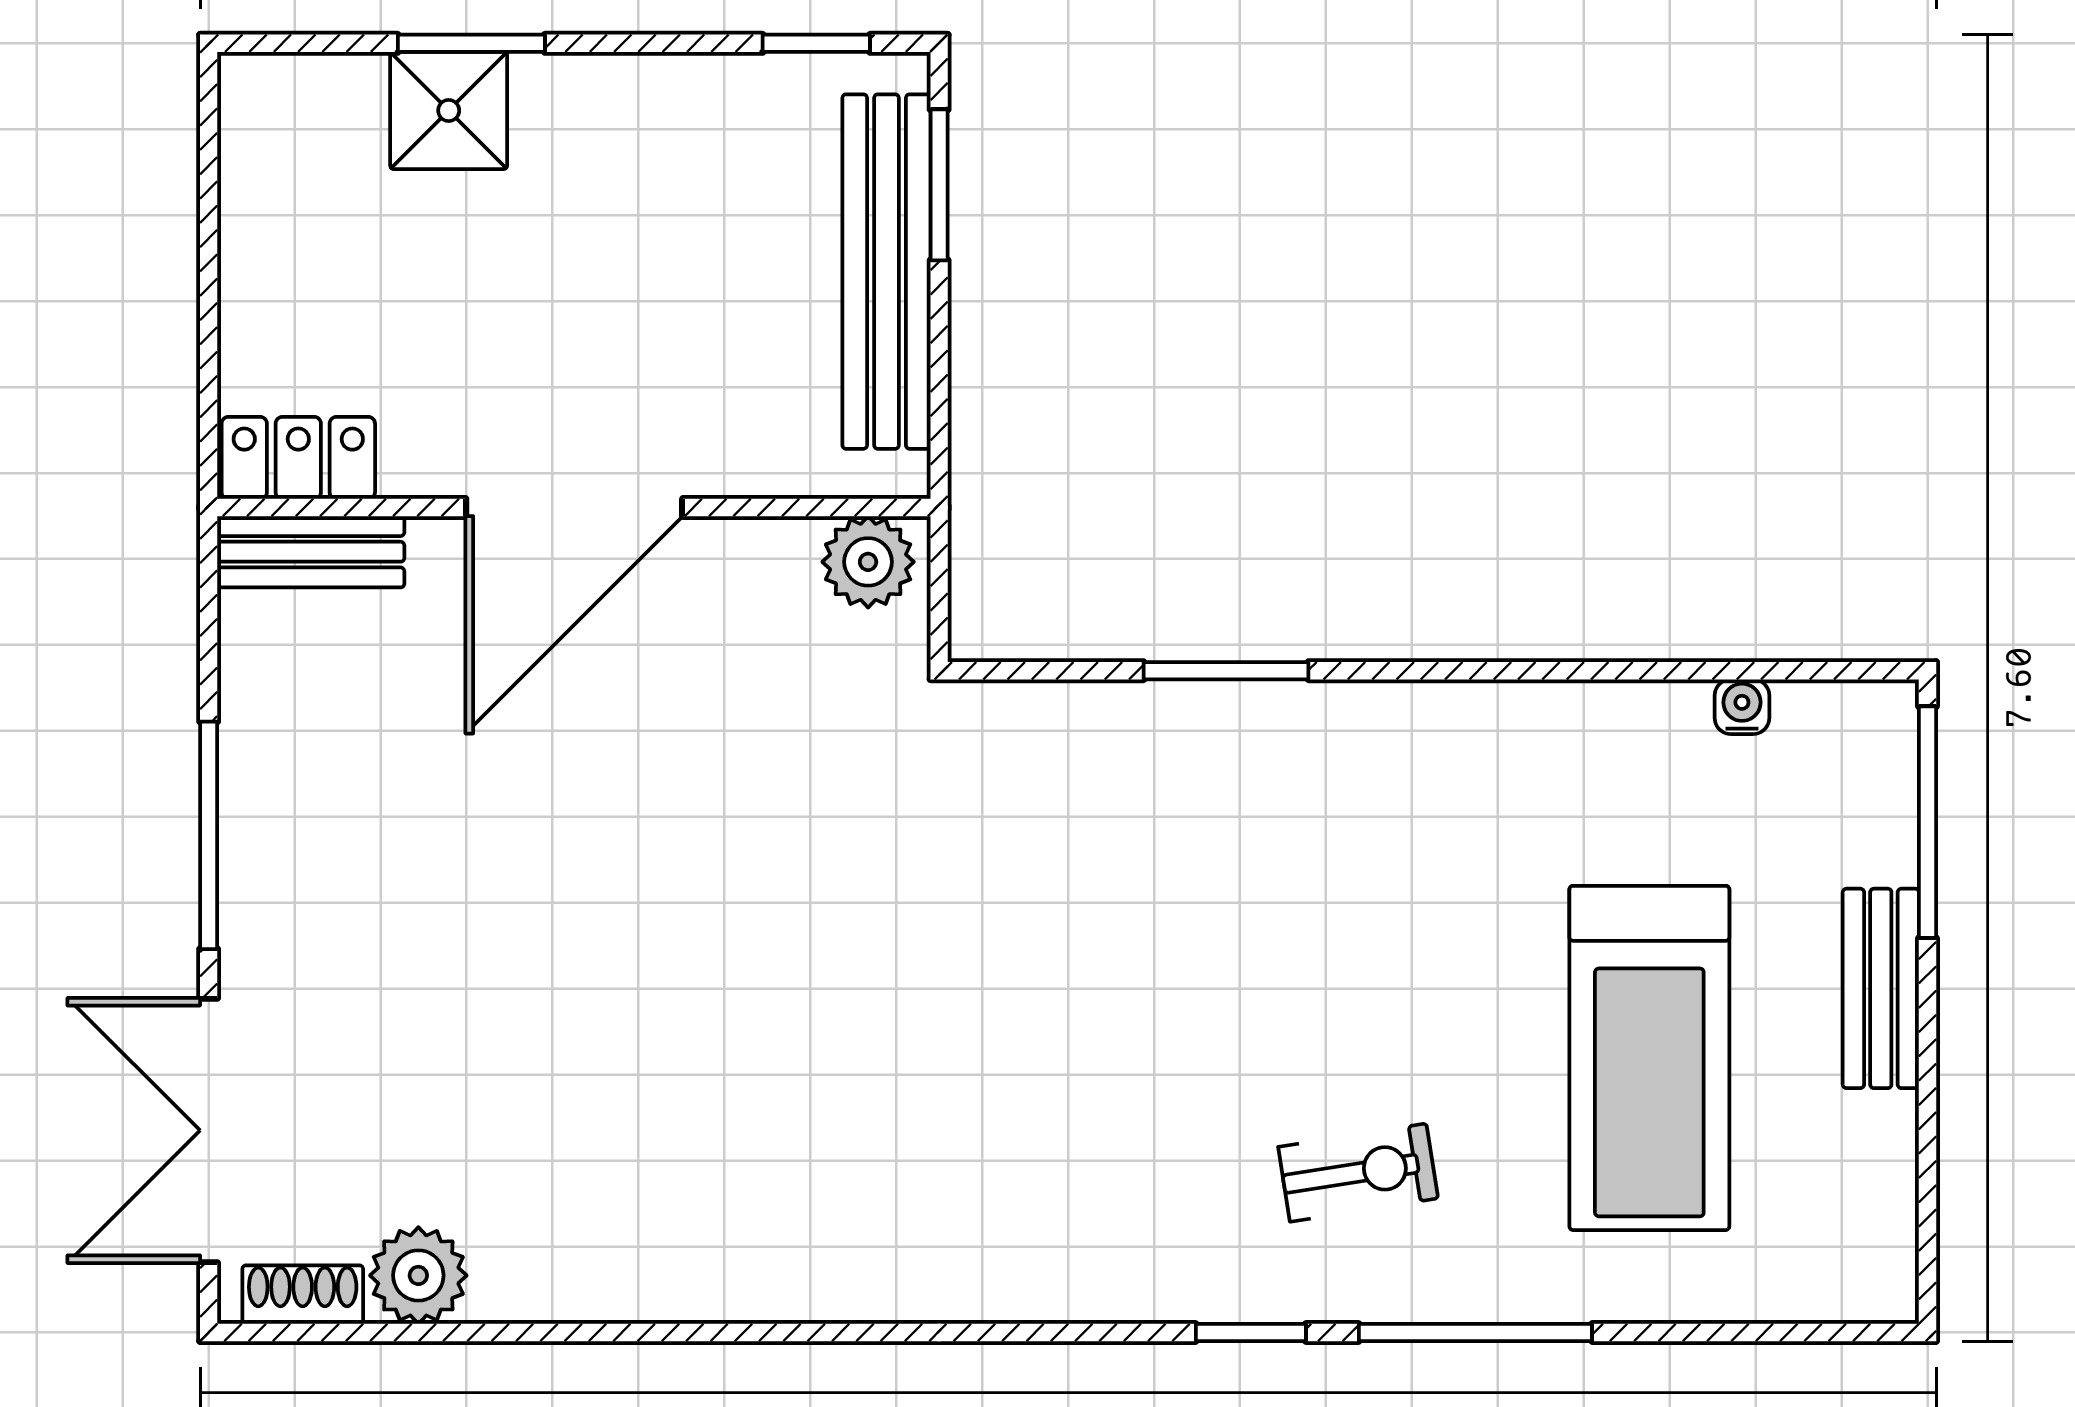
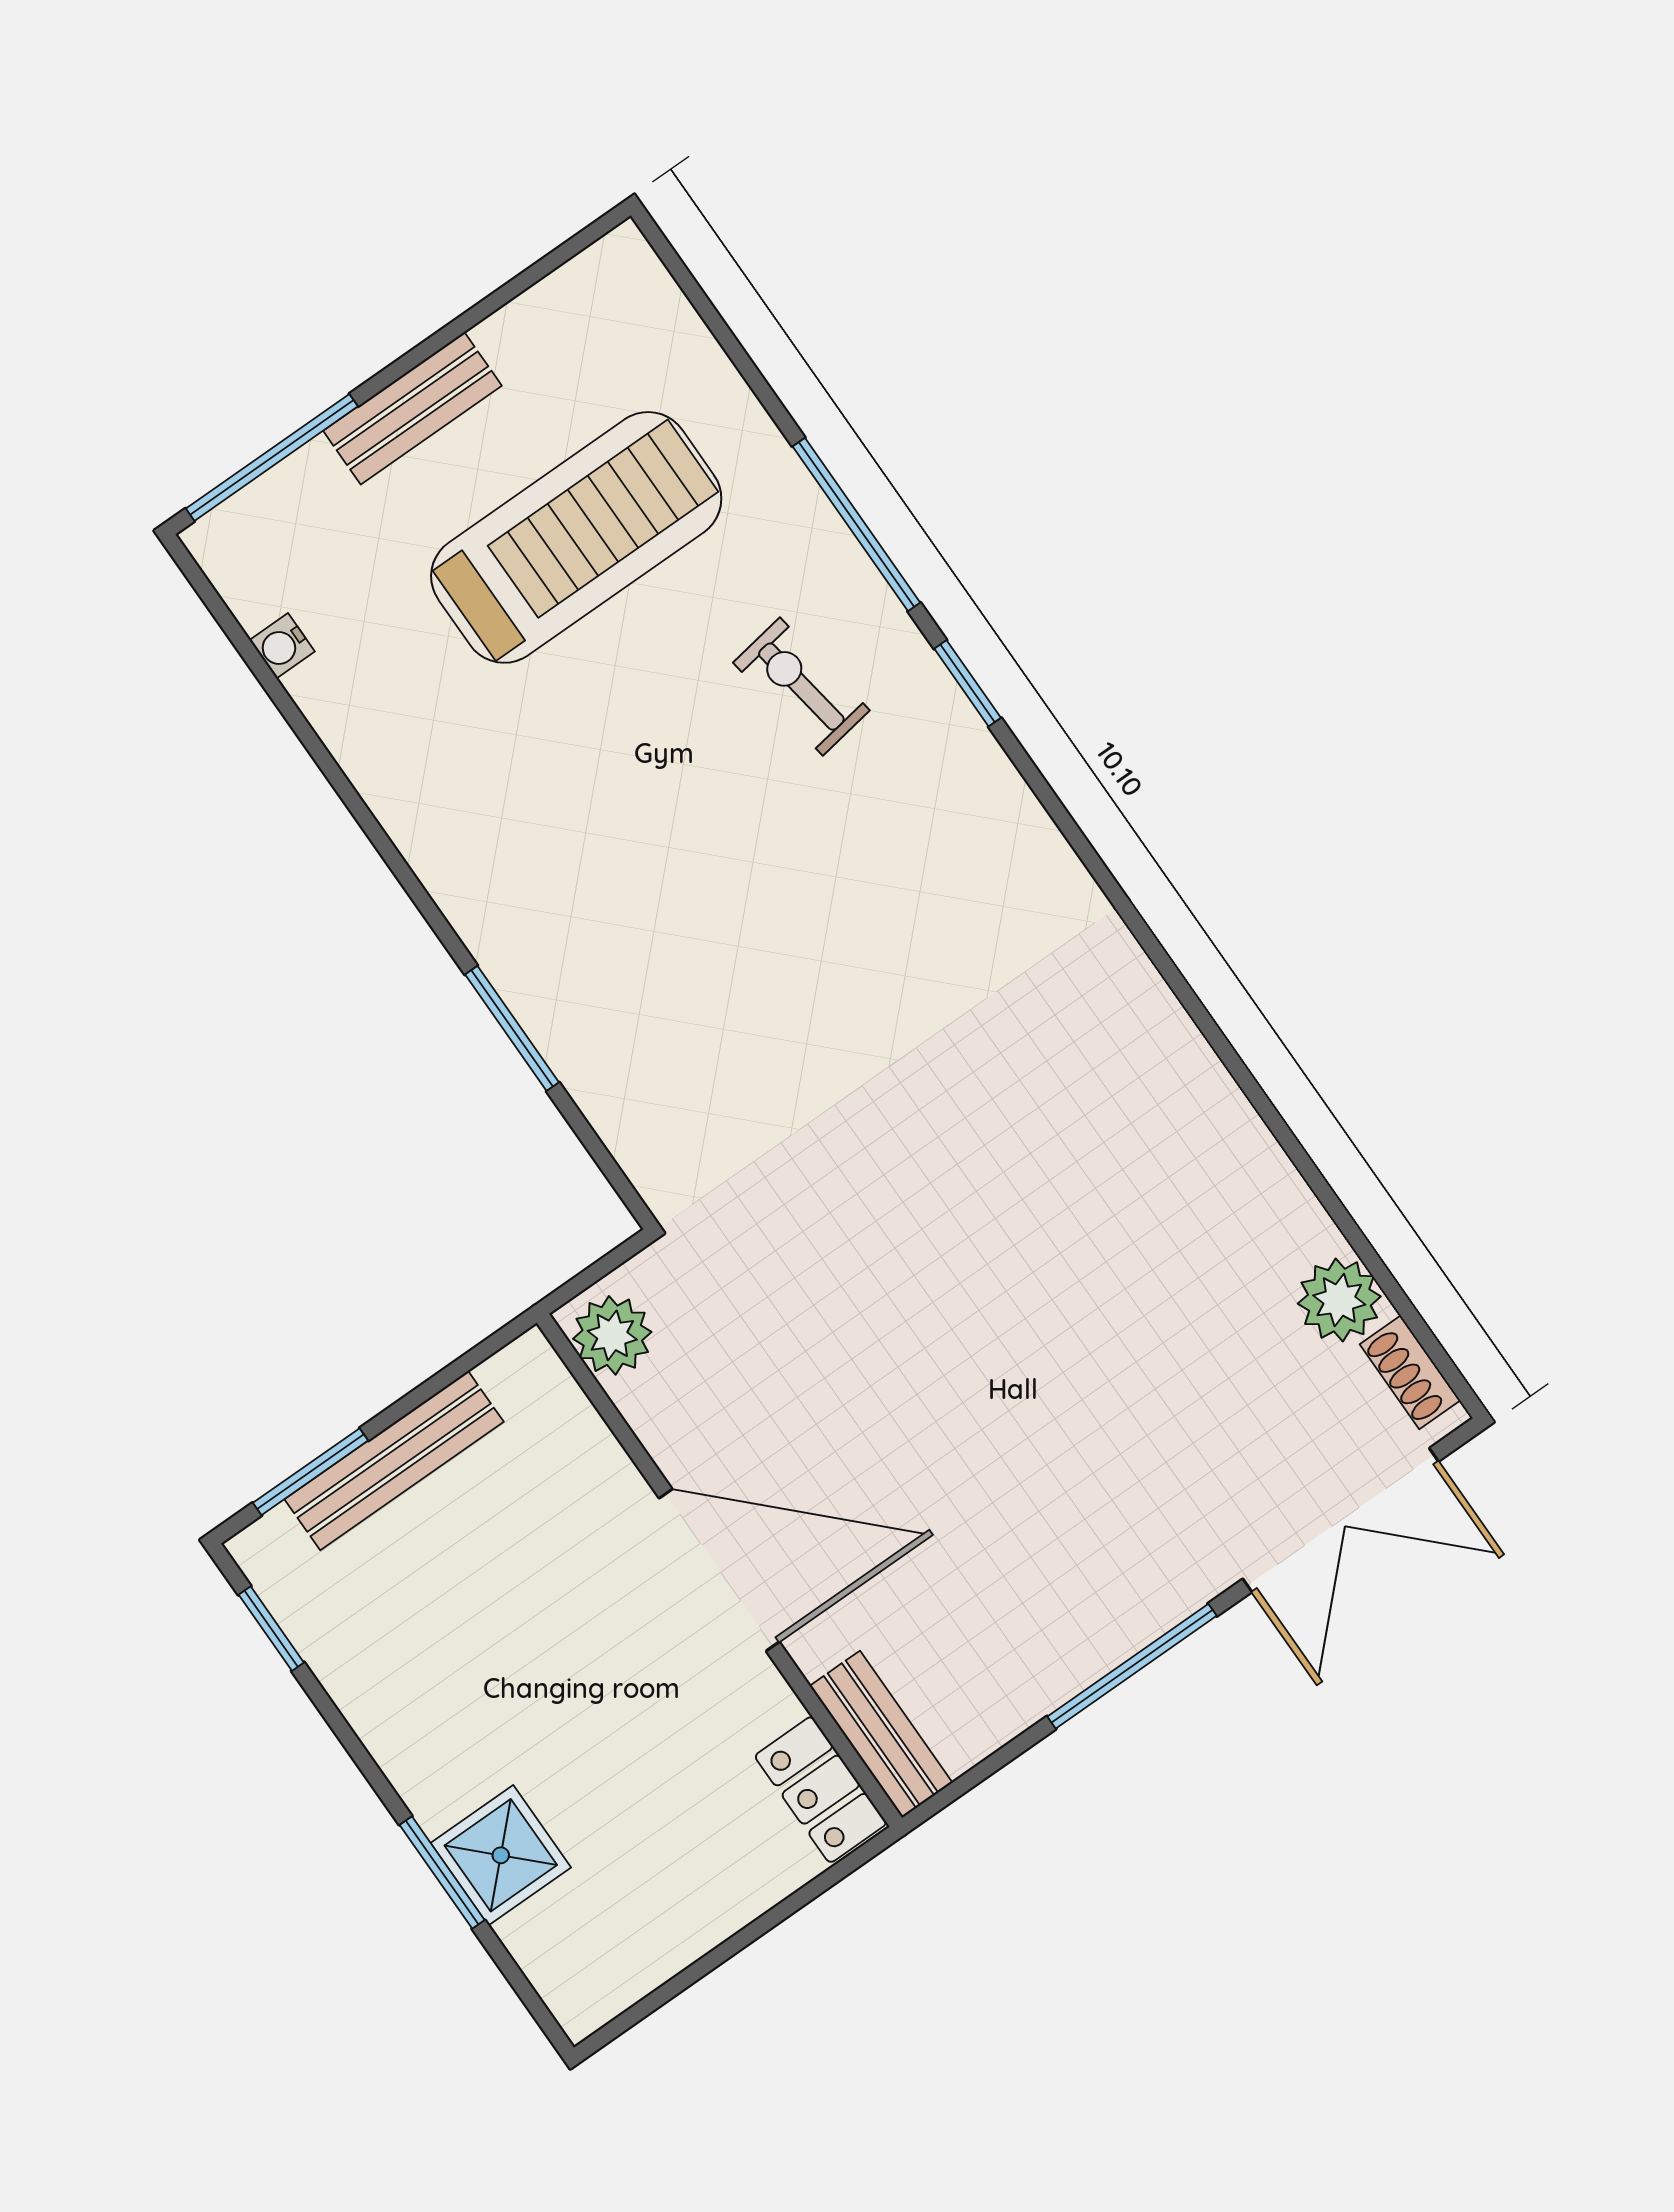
bench: (886, 272) -> (394, 1461), width x0.73, depth x0.82

